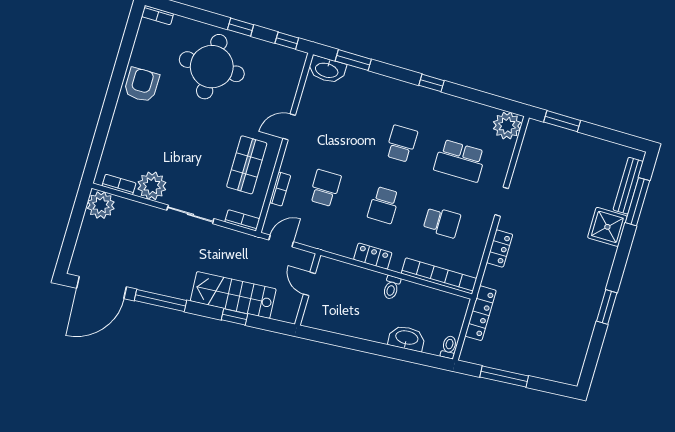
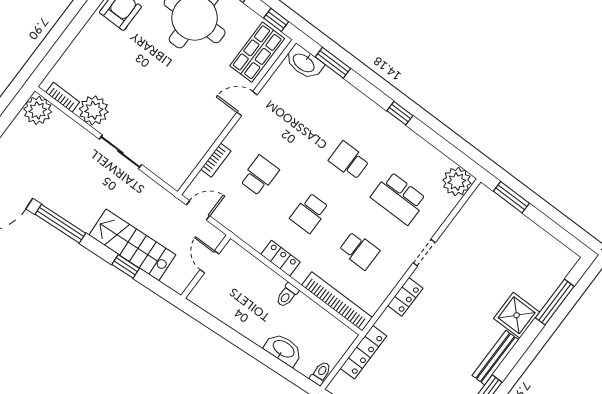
school desk: (401, 144) -> (349, 161), turned -90
shop shelf: (247, 165) -> (257, 52), moved
bench: (628, 186) -> (495, 358), moved
bookcase: (242, 220) -> (168, 176), removed

